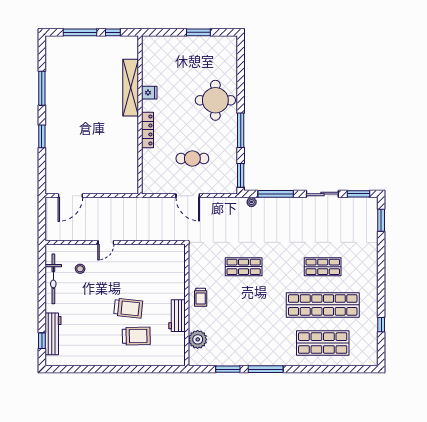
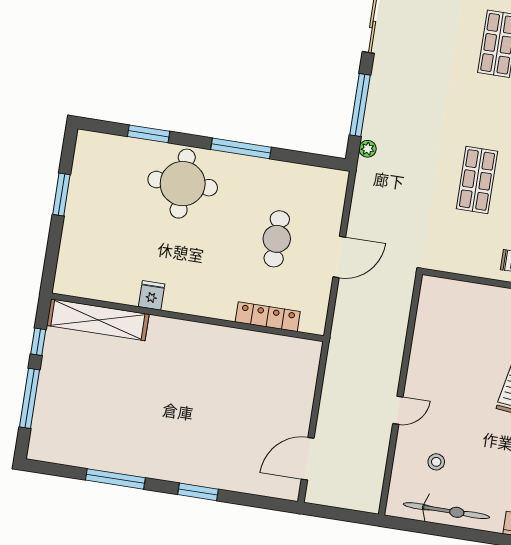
shelving: (131, 88) -> (98, 320), moved
locker: (147, 130) -> (268, 317), moved
window: (241, 175) -> (149, 134), moved
door: (70, 196) -> (308, 459), swing flipped
door: (106, 242) -> (398, 410), hinge flipped

